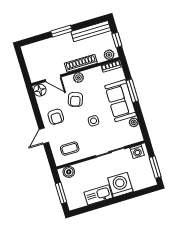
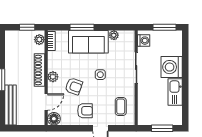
bench: (91, 31) -> (11, 105), moved
boiler: (69, 172) -> (143, 114), removed

